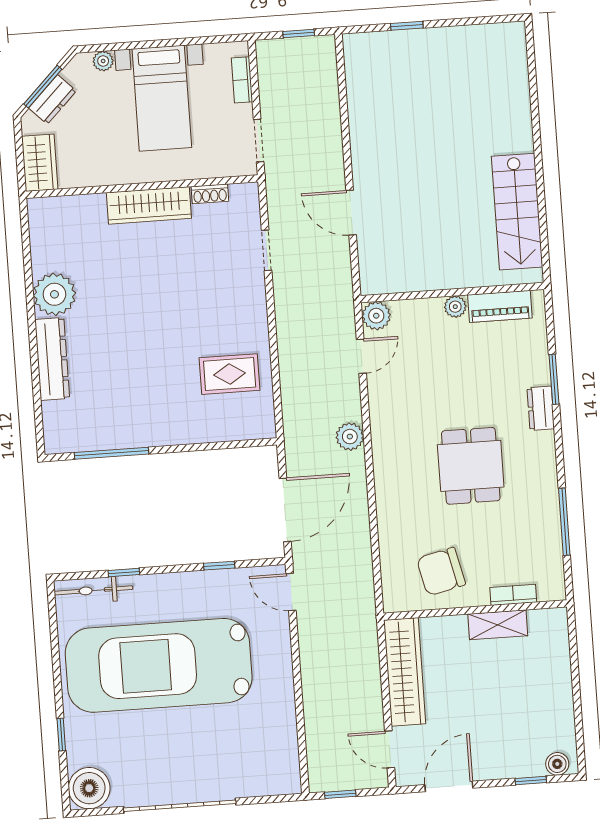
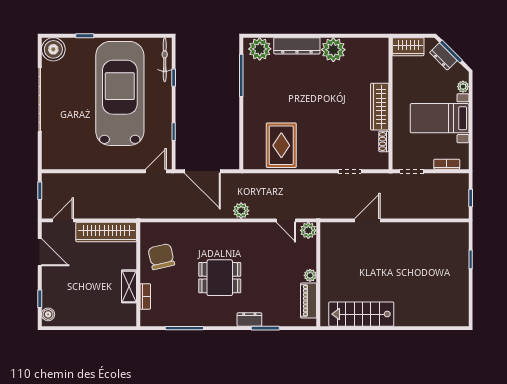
rug: (230, 374) -> (281, 145), width x1.36, depth x1.43
plant: (62, 424) -> (260, 49), added

